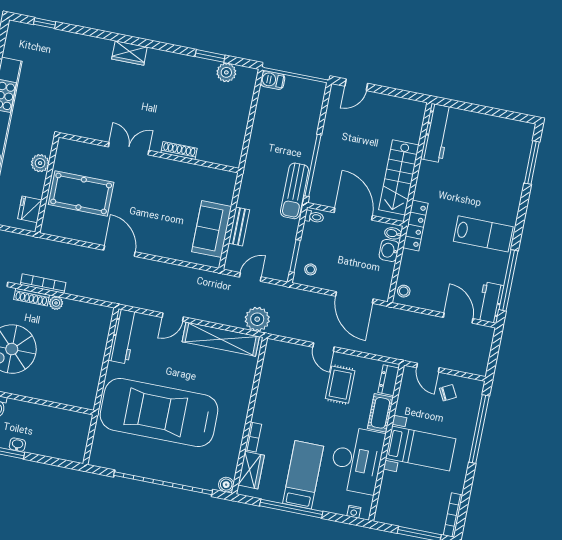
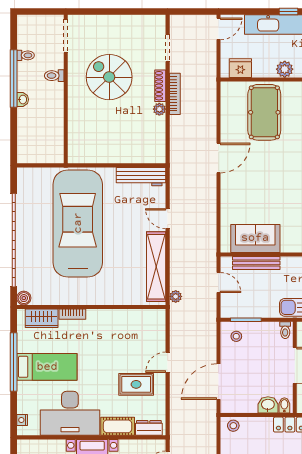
bench: (239, 227) -> (256, 263), width x1.36
plant: (257, 319) -> (176, 296), width x0.53, depth x0.53

